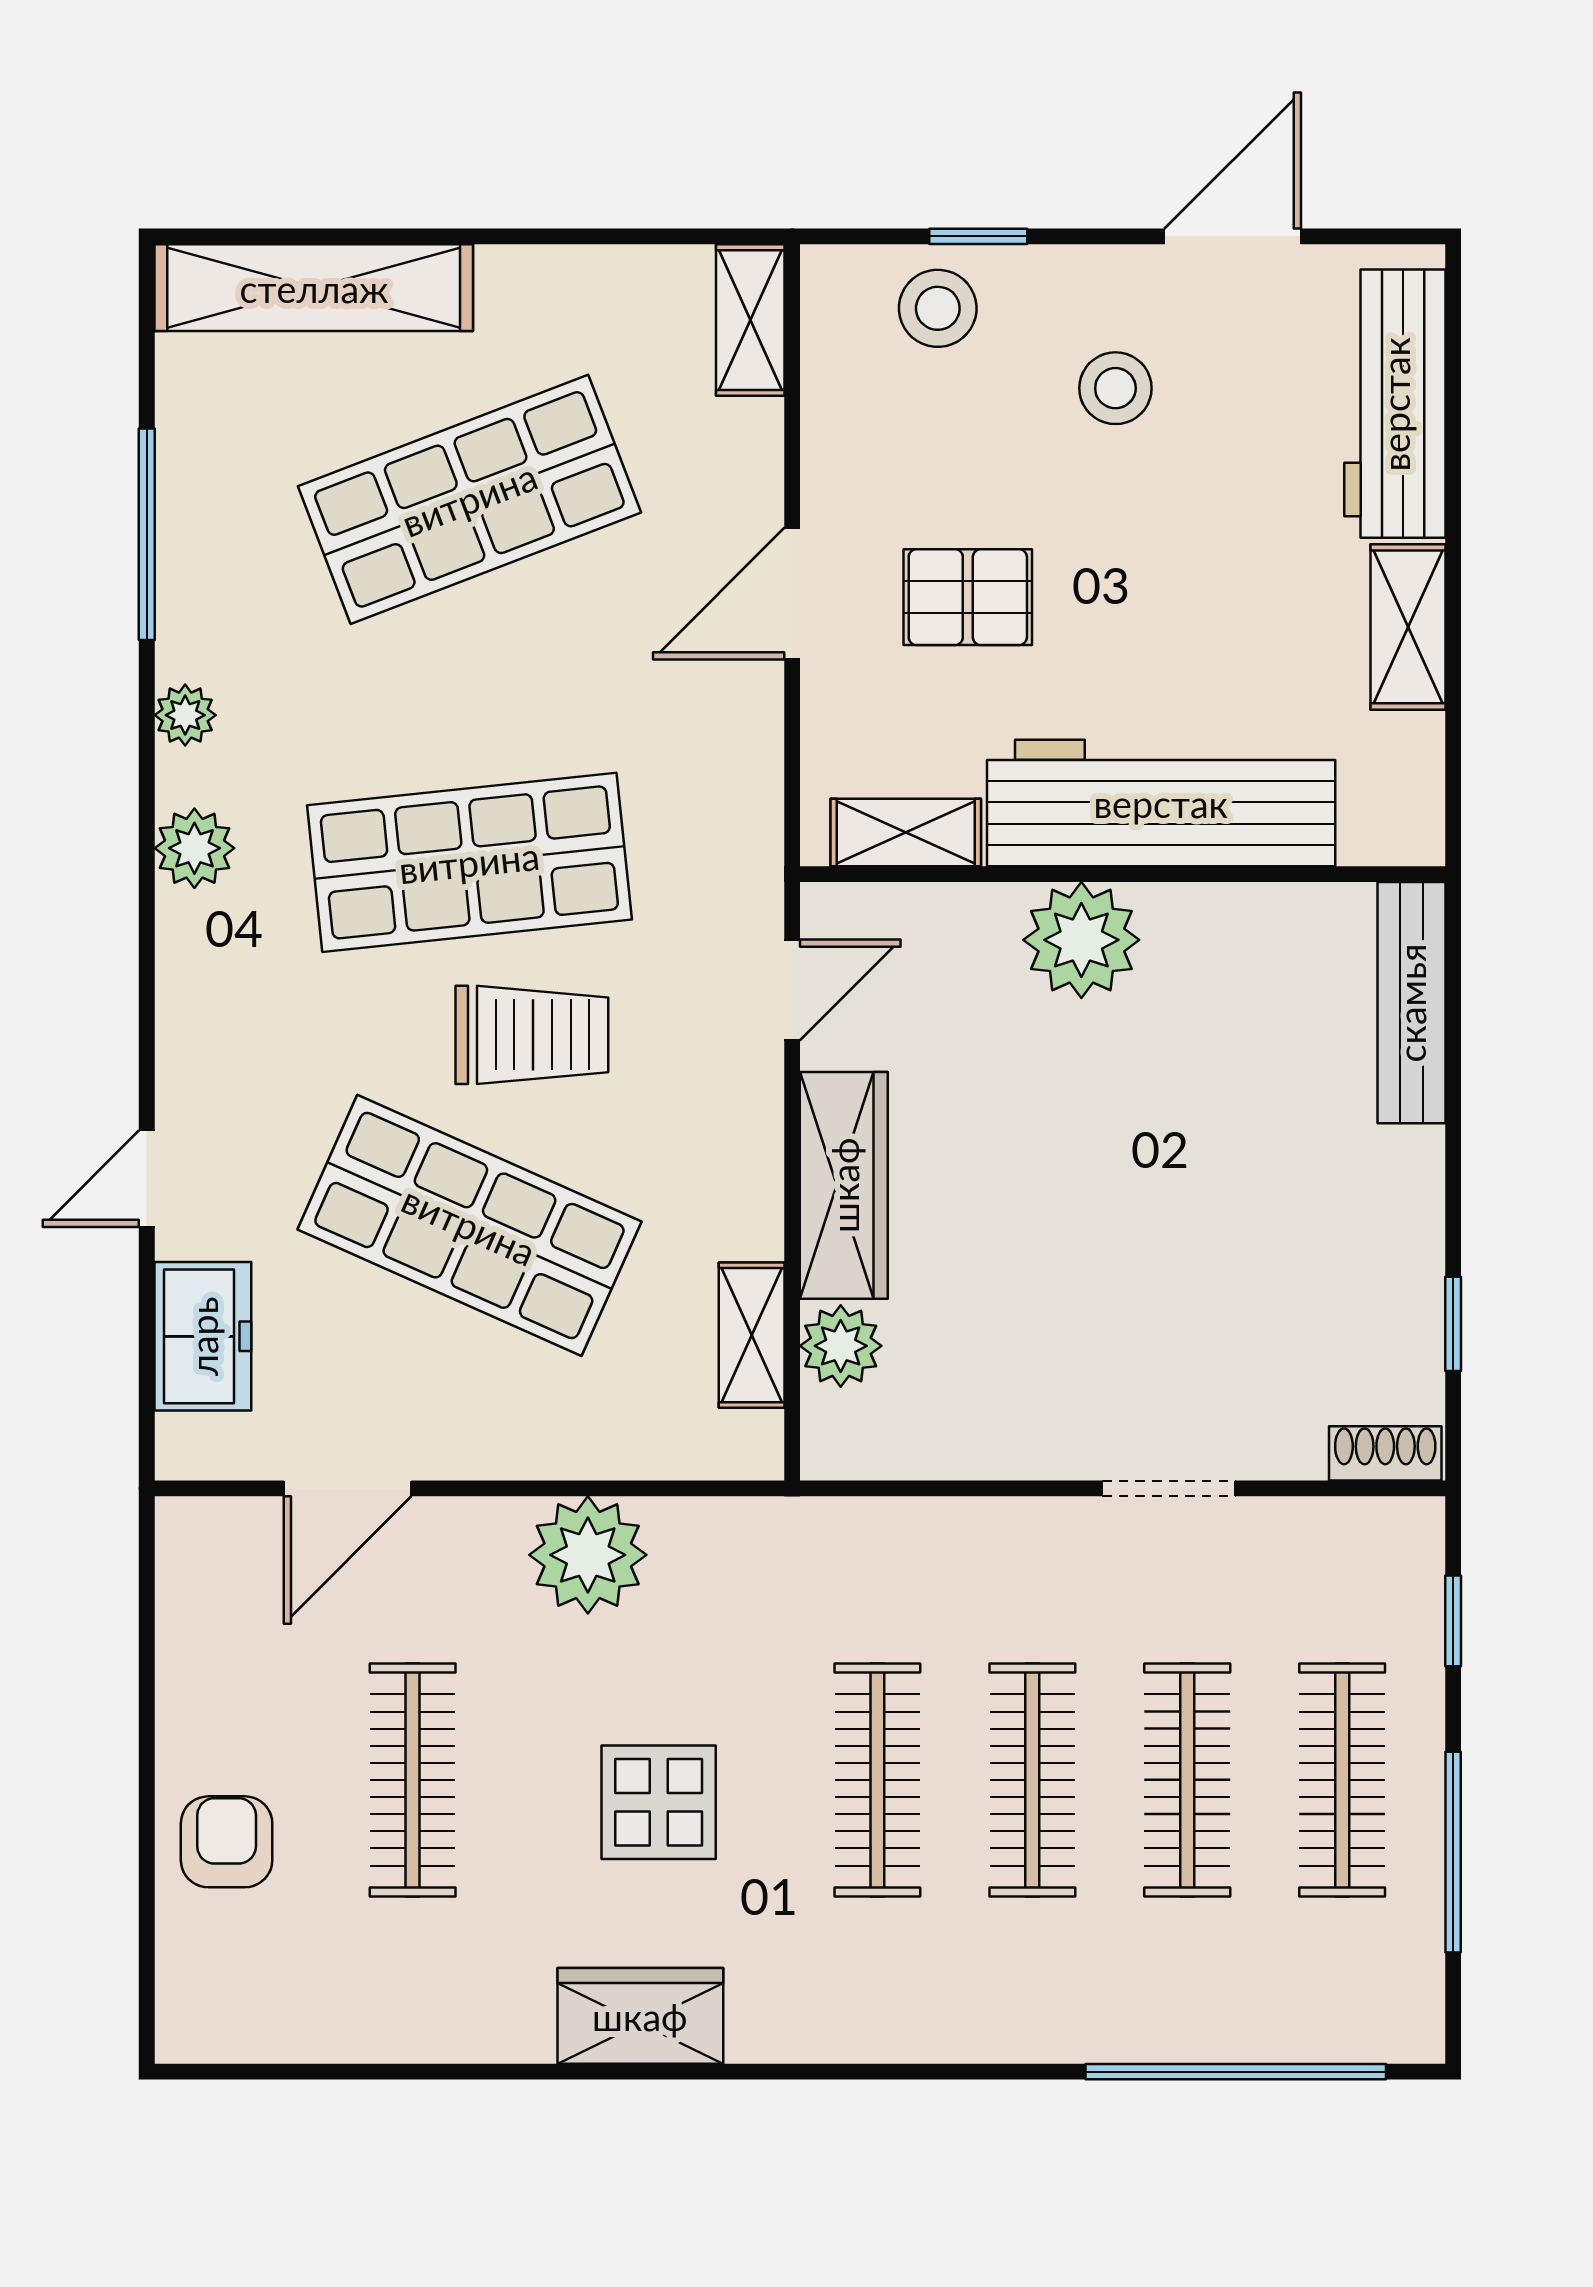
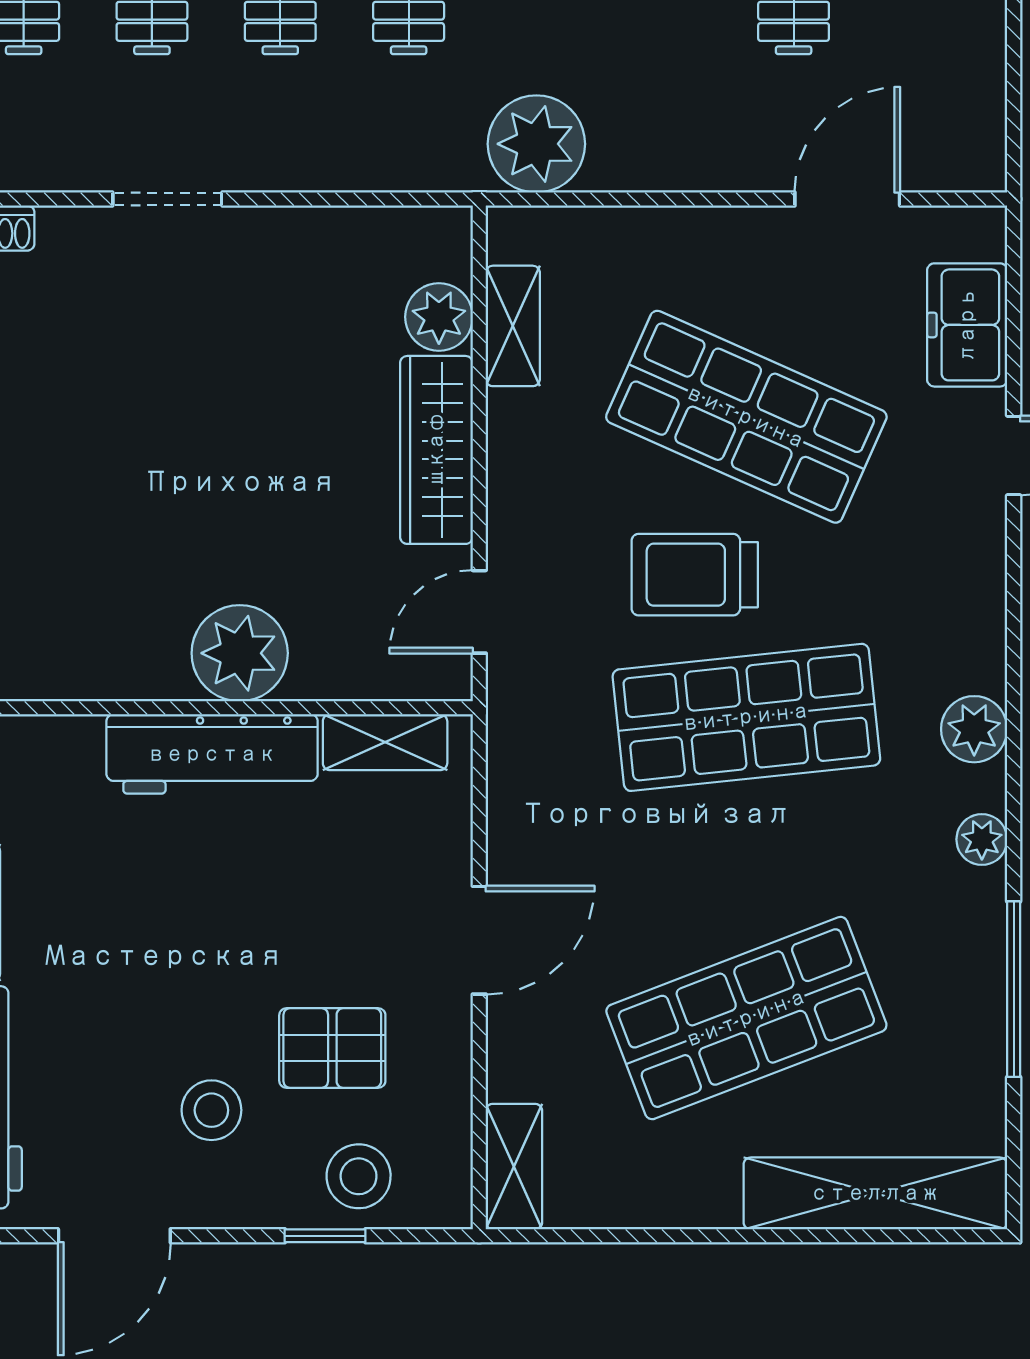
pallet: (968, 597) -> (332, 1048), moved
workbench: (1161, 803) -> (212, 754), width x0.73, depth x0.76
plant: (588, 1555) -> (536, 144), moved

